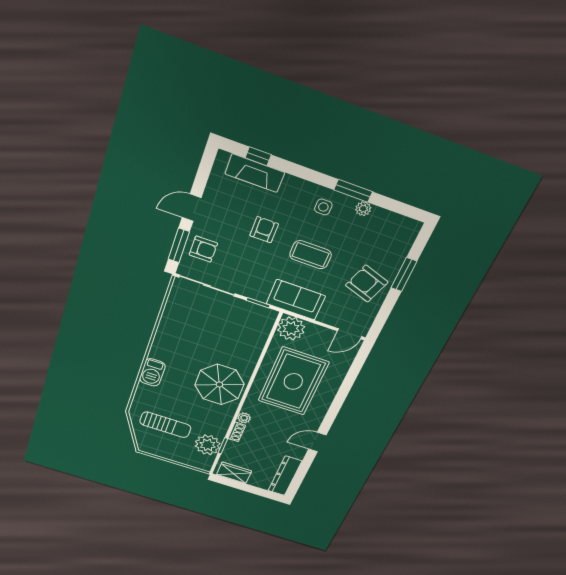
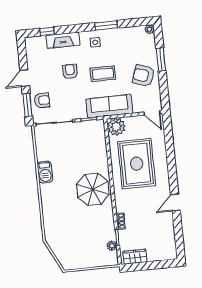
fireplace: (255, 173) -> (63, 40), moved
plant: (363, 209) -> (149, 29), moved
sofa: (296, 300) -> (109, 106), width x1.36
door: (350, 334) -> (152, 113), hinge flipped
barbecue: (152, 372) -> (45, 172), moved
plant: (244, 418) -> (120, 207), removed
sun lounger: (165, 425) -> (73, 239), removed
plant: (208, 445) -> (112, 246), width x0.53, depth x0.53
dresser: (285, 476) -> (169, 242), removed

